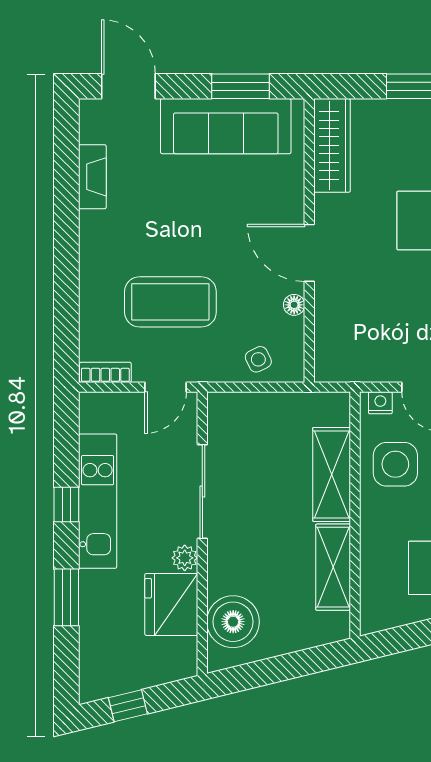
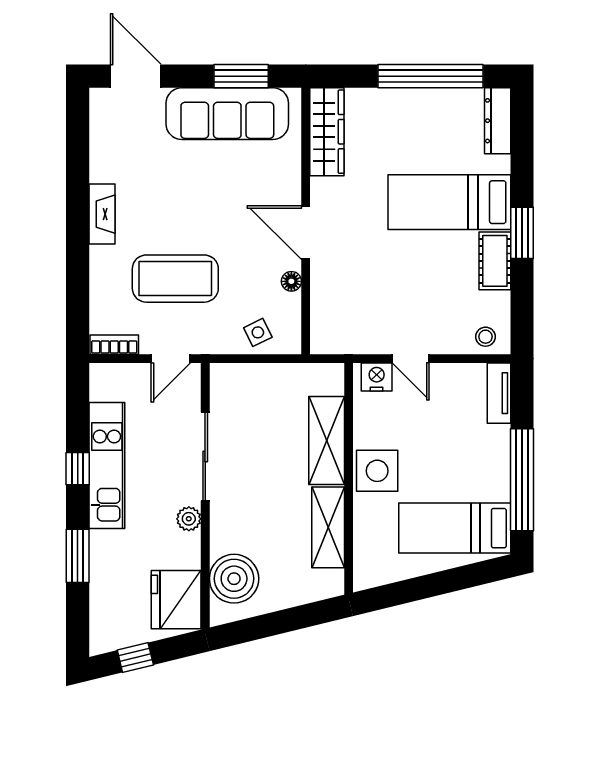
fireplace: (92, 177) -> (102, 214), moved
nightstand: (380, 403) -> (377, 377), width x1.39, depth x1.35
side table: (395, 464) -> (377, 471), moved
fridge: (171, 604) -> (176, 600), moved

